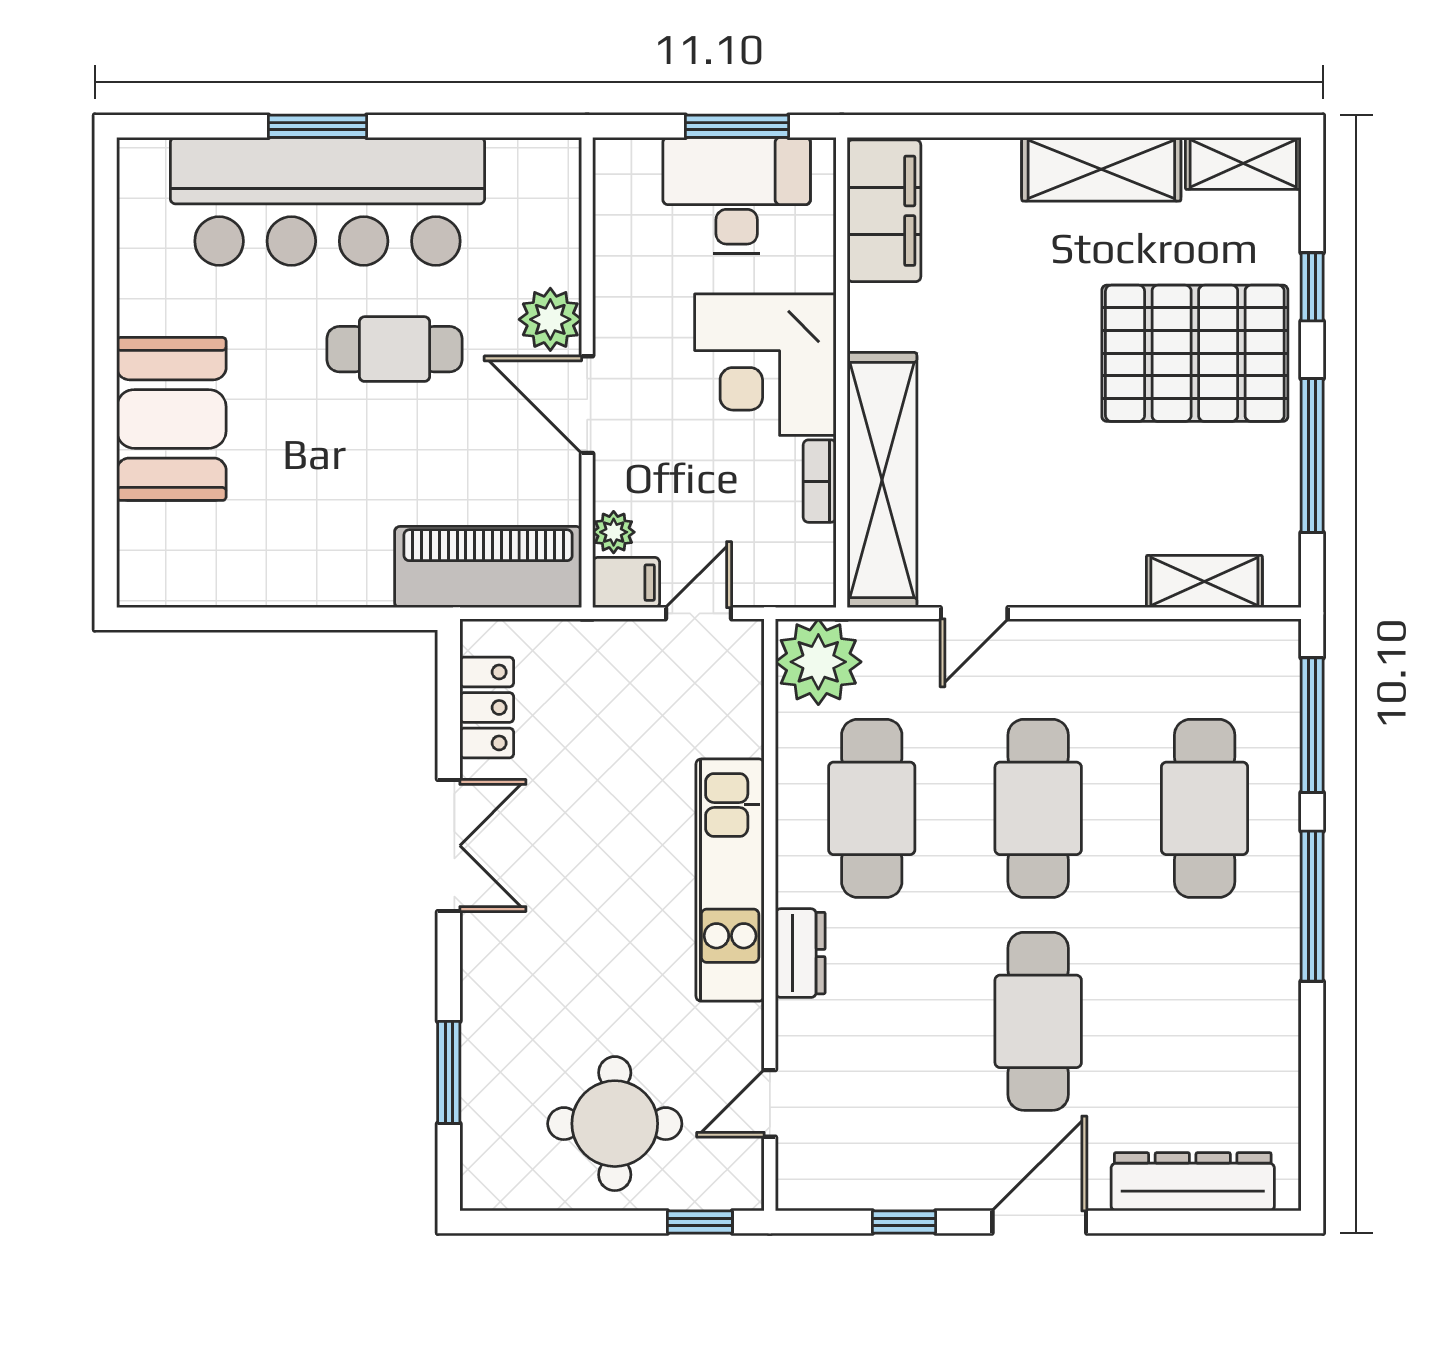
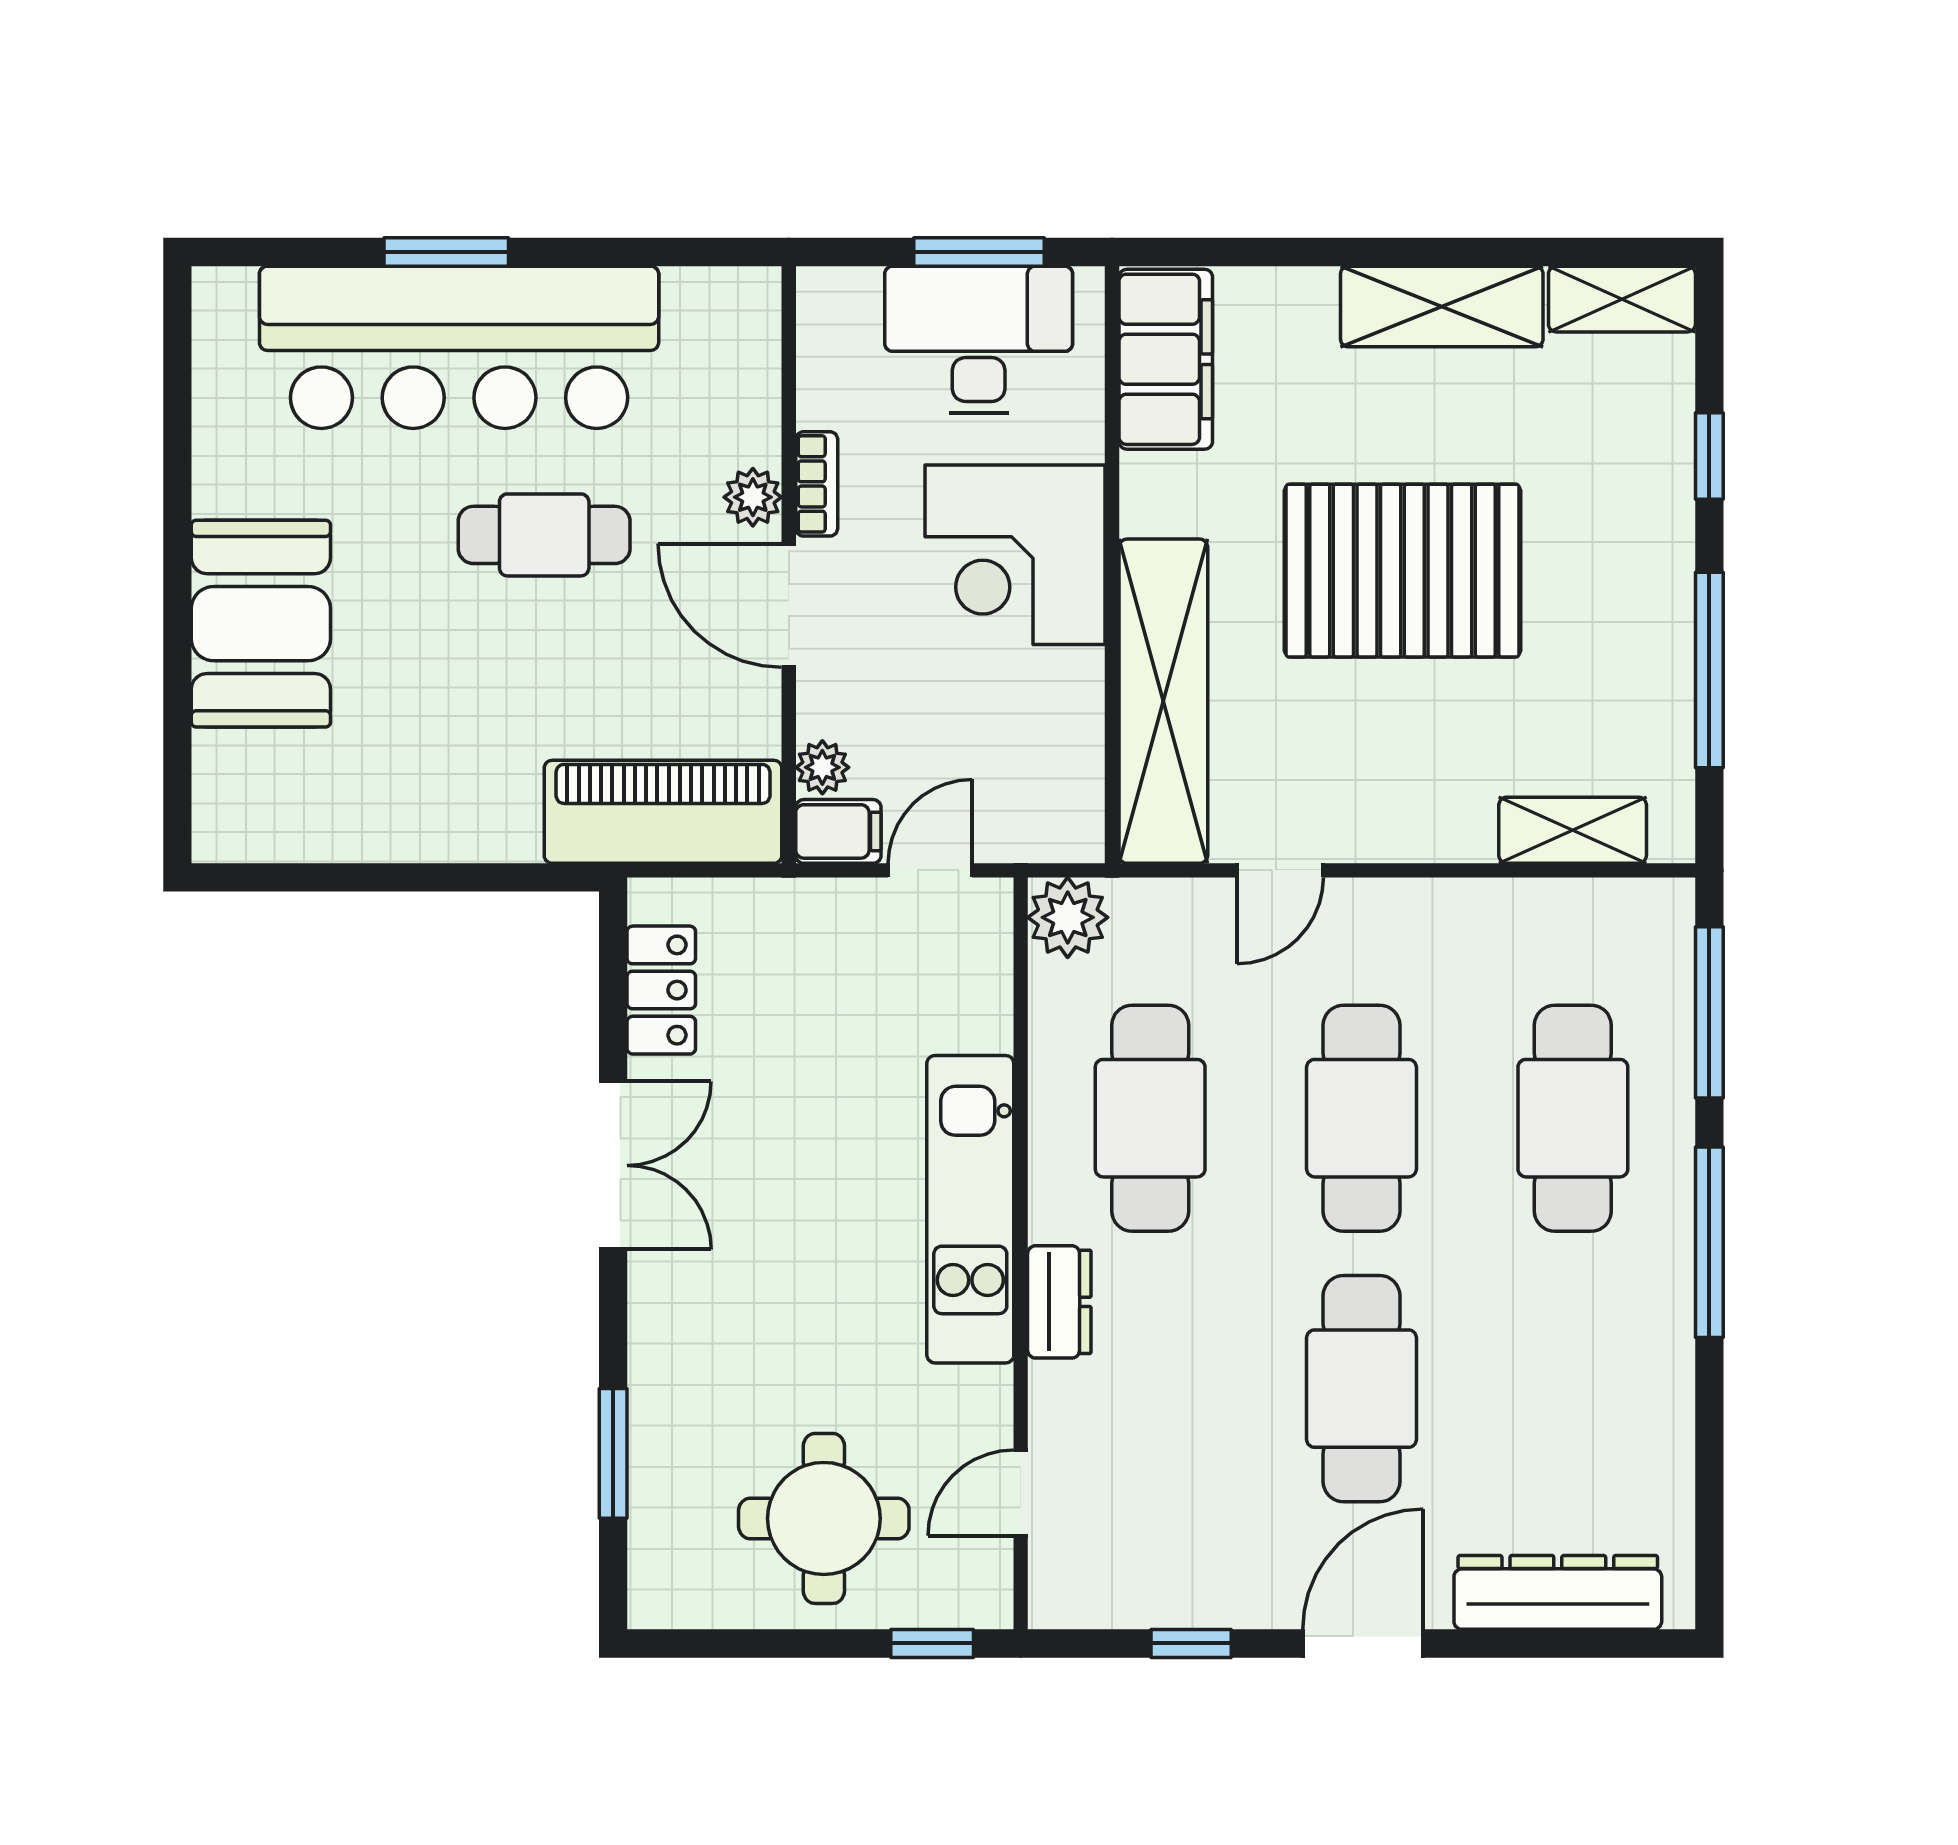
plant: (550, 319) -> (753, 497), width x0.73, depth x0.73
pallet: (1195, 353) -> (1402, 571), moved
bookcase: (820, 481) -> (817, 484), moved, turned 180
plant: (818, 662) -> (1068, 917), width x0.73, depth x0.73

